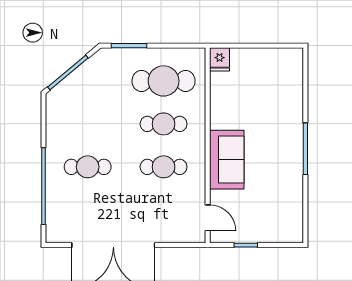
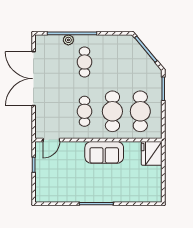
fridge: (220, 59) -> (152, 153), width x1.88, depth x1.34
cafe table: (164, 124) -> (112, 111), width x1.37, depth x1.35
sofa: (227, 160) -> (104, 152), moved
plant: (54, 192) -> (68, 40), added

